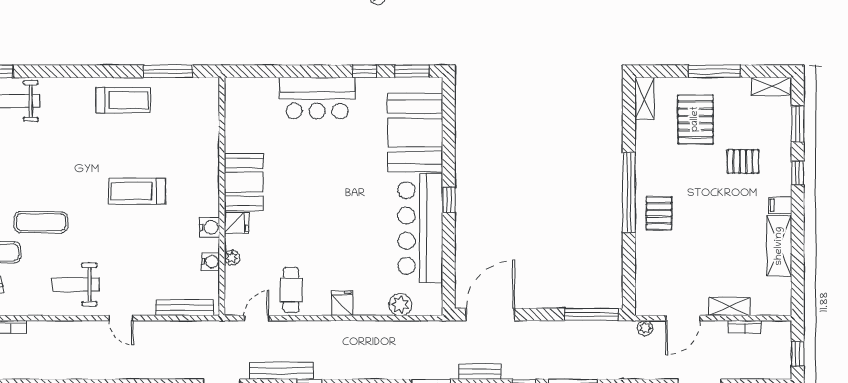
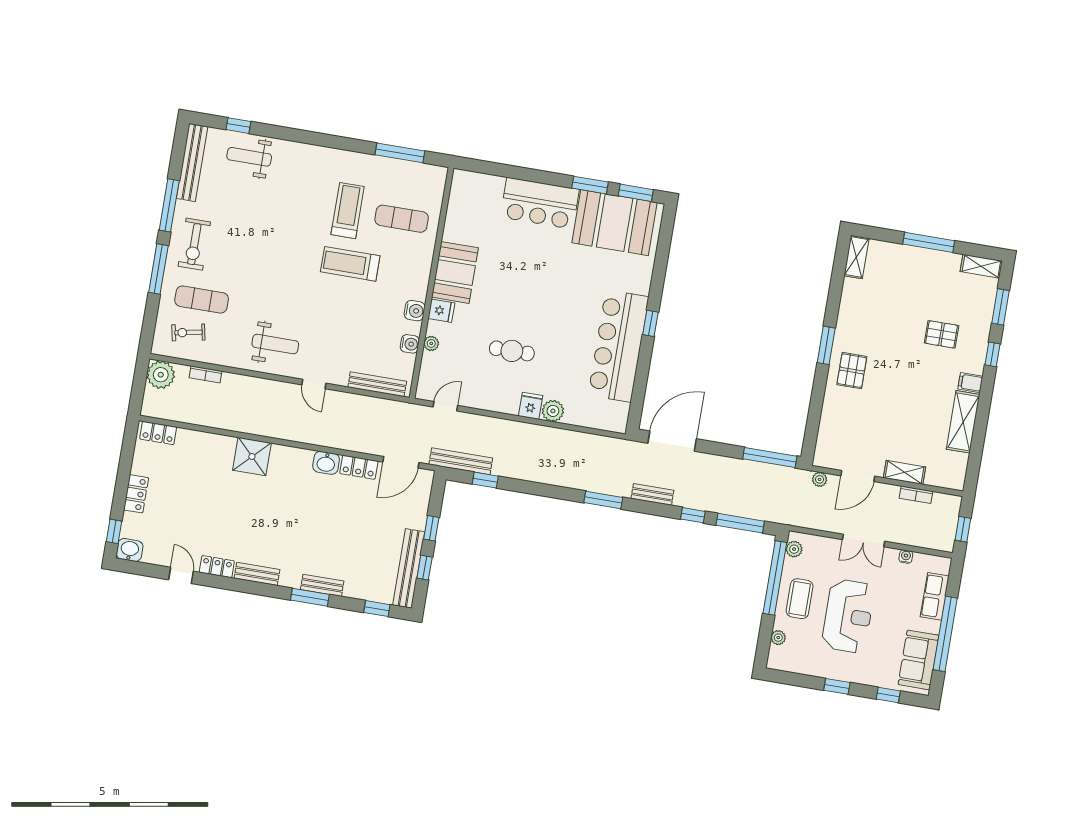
window: (364, 71) -> (590, 185), width x1.50
treadmill: (123, 100) -> (348, 211), moved, turned -90
pallet: (695, 119) -> (902, 286), removed
booth: (415, 132) -> (615, 223), moved, turned 90
window: (629, 192) -> (826, 345), width x0.47
exercise mat: (41, 222) -> (402, 219), moved
weight bench: (75, 285) -> (275, 344), turned 180
cafe table: (291, 290) -> (512, 351), moved, turned 90
plant: (400, 305) -> (553, 411), moved

